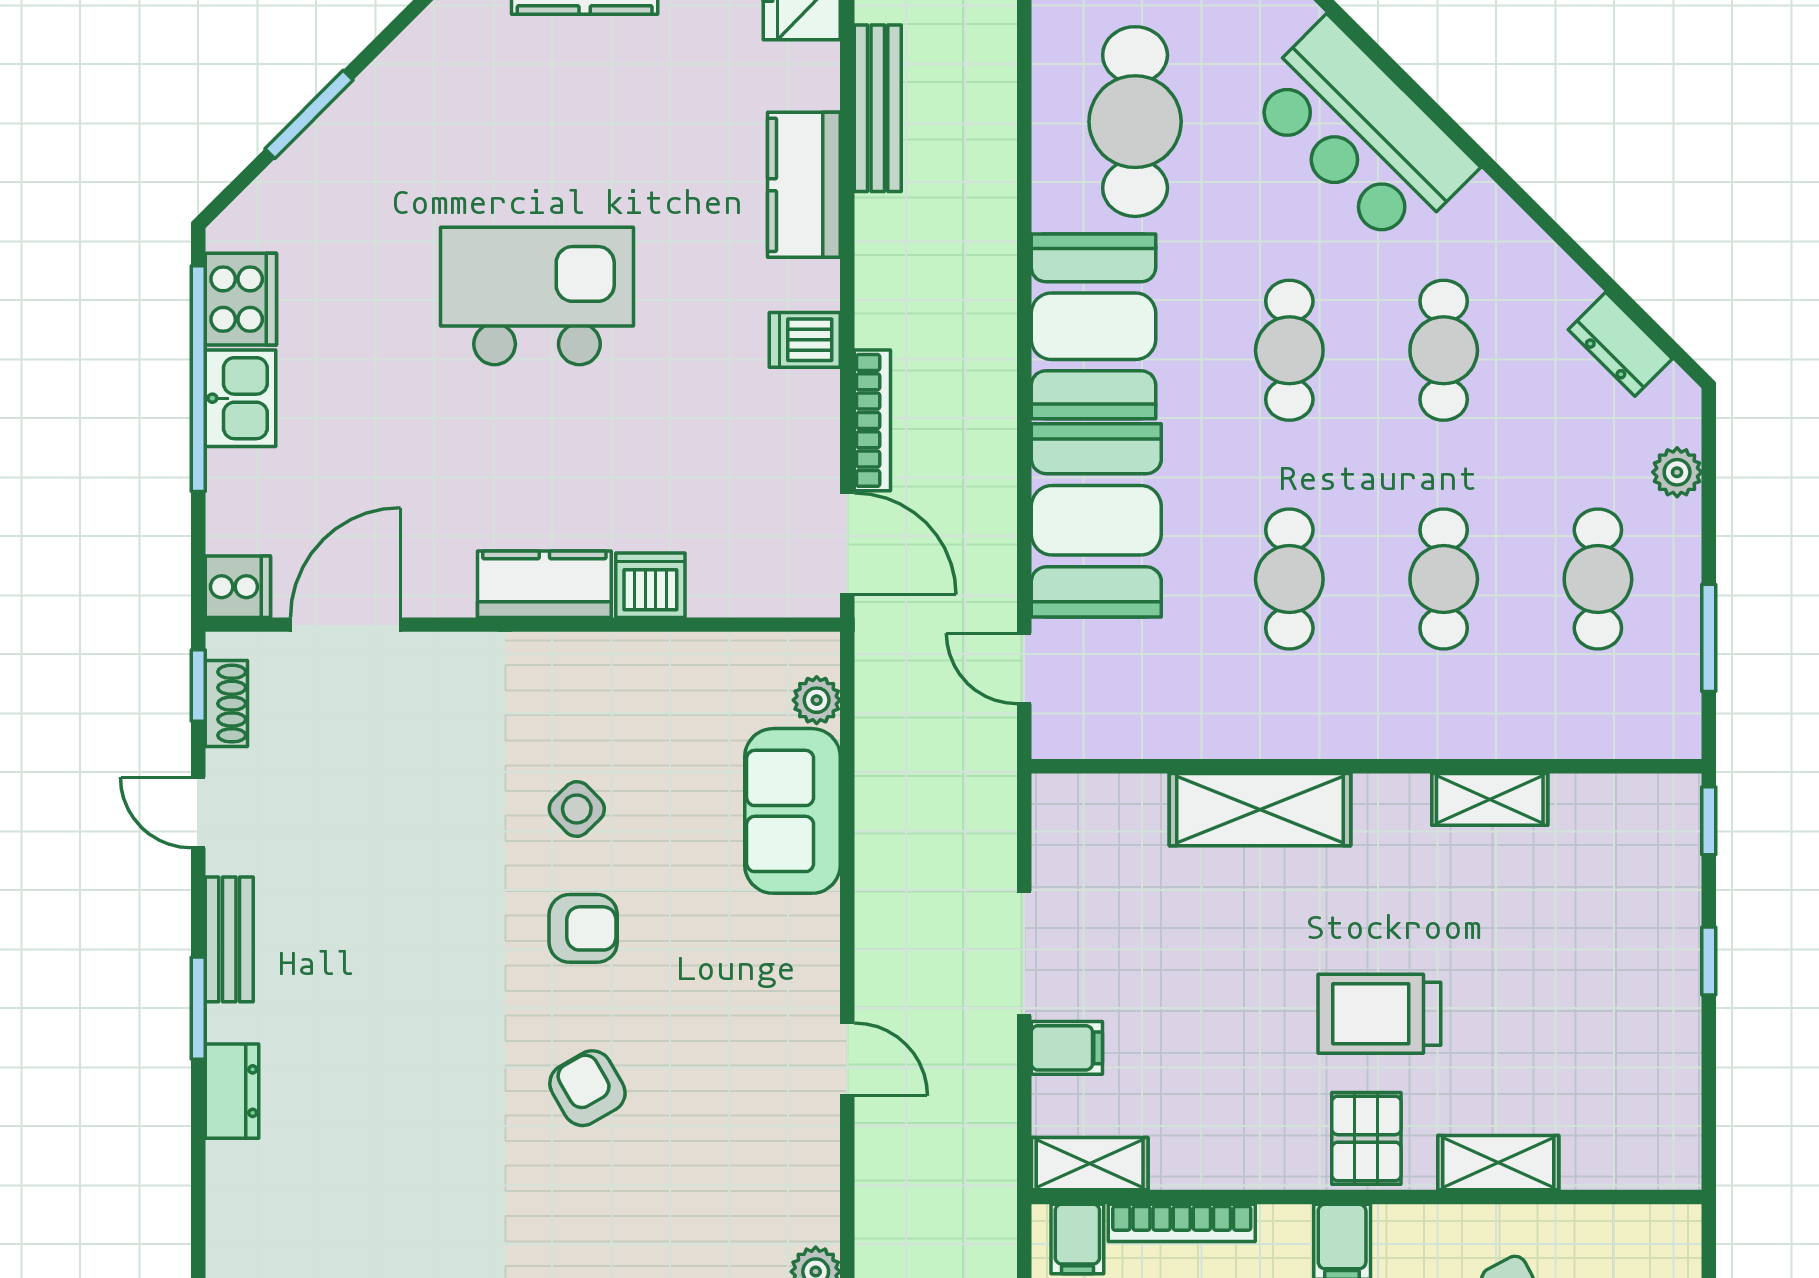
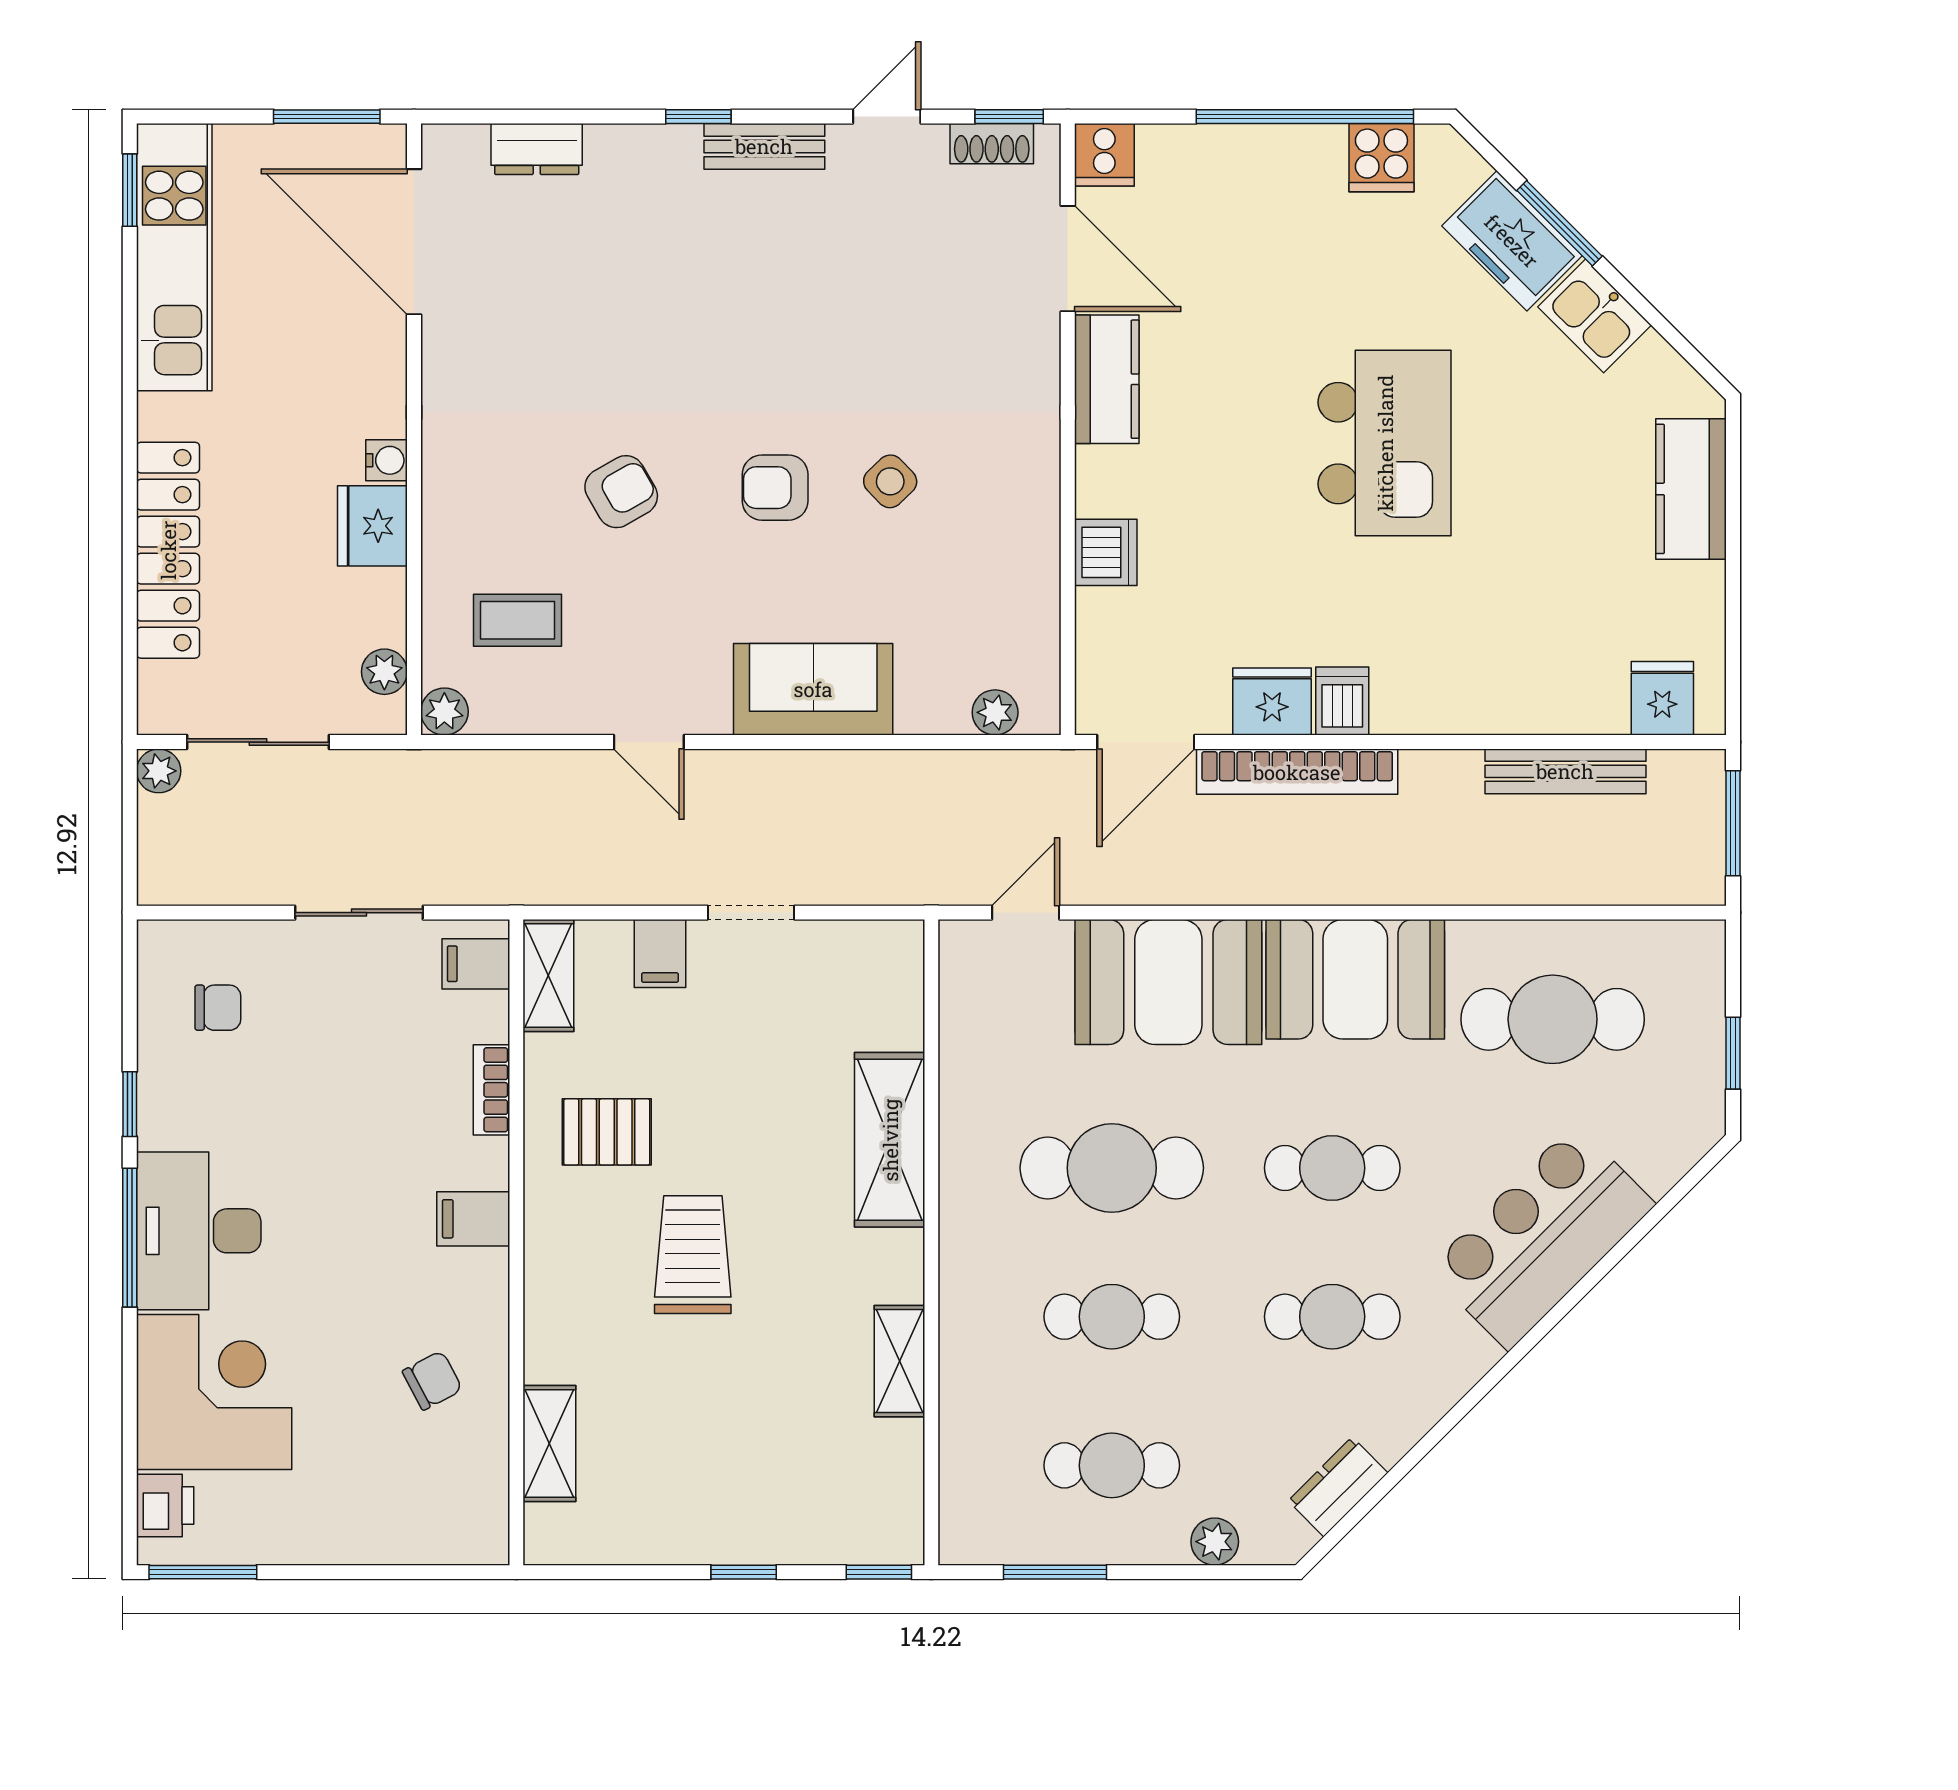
freezer: (327, 164) -> (1512, 241), added
kitchen counter: (804, 185) -> (1492, 700), removed
cooker: (241, 299) -> (1381, 158), width x0.73
kitchen sink: (240, 398) -> (1595, 316), moved, turned 45
fridge: (805, 413) -> (1272, 701), added
bookcase: (872, 420) -> (1297, 772), width x1.48, depth x1.31
cafe table: (1289, 579) -> (1112, 1168), width x1.37, depth x1.35
kitchen counter: (544, 584) -> (1107, 379), moved
sofa: (792, 811) -> (813, 689), moved
armchair: (583, 928) -> (775, 488), turned 90
doorway: (1024, 953) -> (751, 913), width x0.73
window: (198, 1008) -> (698, 117), width x0.67
door: (847, 1059) -> (649, 742), hinge flipped
dresser: (232, 1091) -> (537, 149), moved
pallet: (1366, 1138) -> (607, 1132), moved
shelving: (1498, 1163) -> (549, 1444), moved
coffee table: (721, 1196) -> (518, 620), added
bookcase: (1182, 1223) -> (491, 1090), width x0.64

